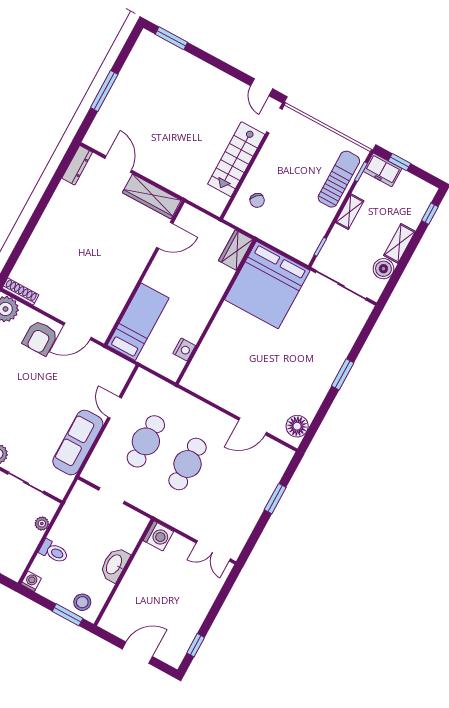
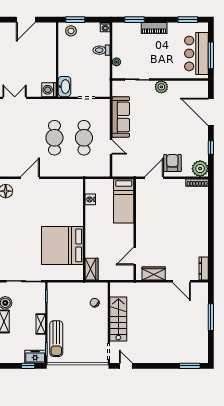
wardrobe: (152, 196) -> (154, 273), width x0.67
bed: (267, 285) -> (62, 245), moved, turned -90
washbasin: (114, 565) -> (64, 87), moved

